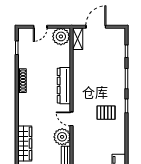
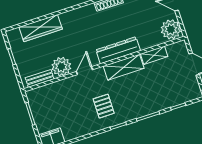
shelving: (78, 39) -> (154, 55), moved
shelving: (79, 86) -> (124, 67), added

